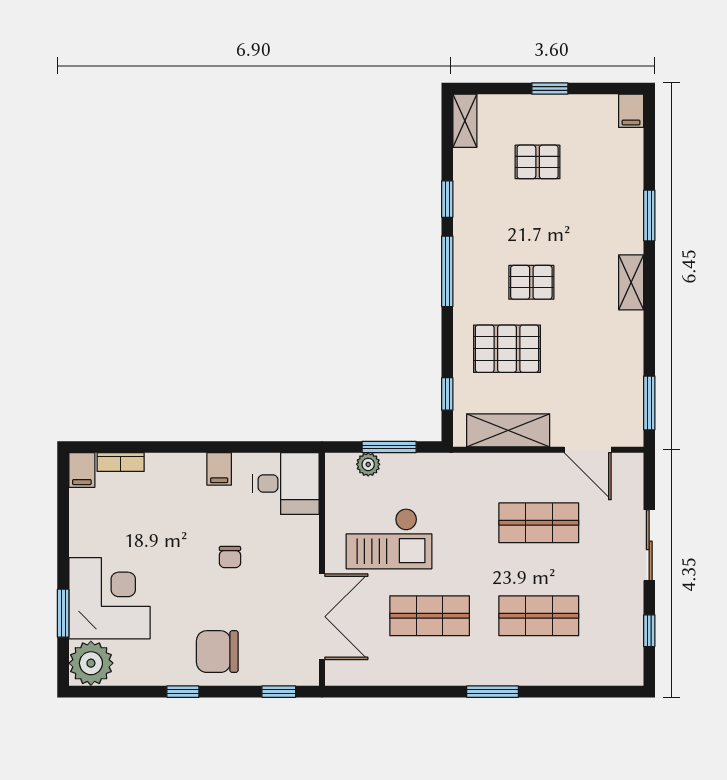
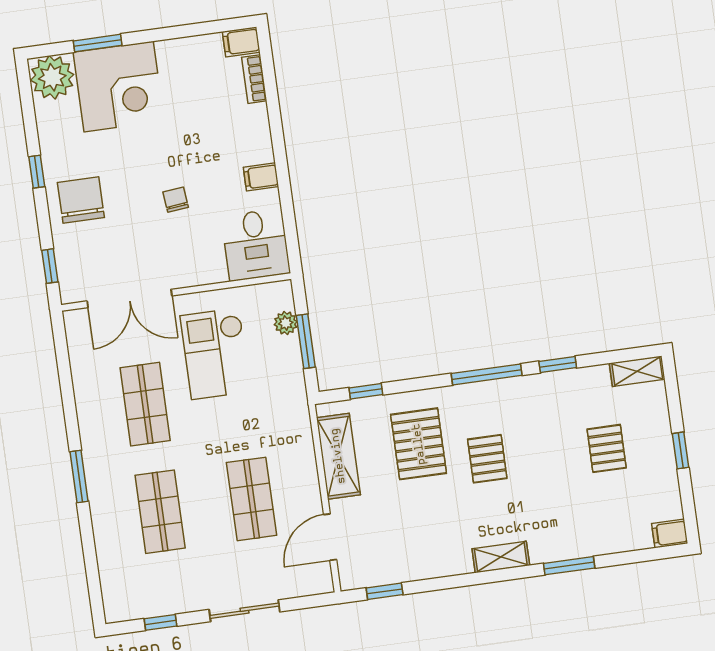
window: (649, 403) -> (385, 591), width x0.67
chair: (230, 557) -> (176, 200), turned 84

